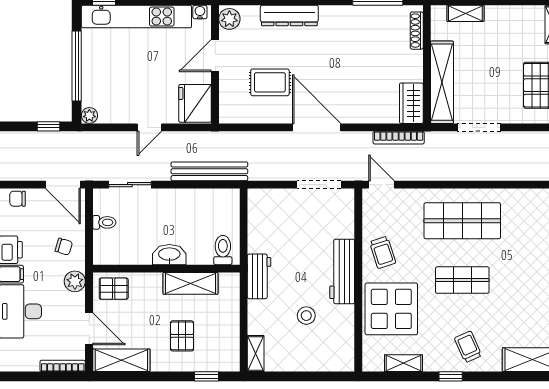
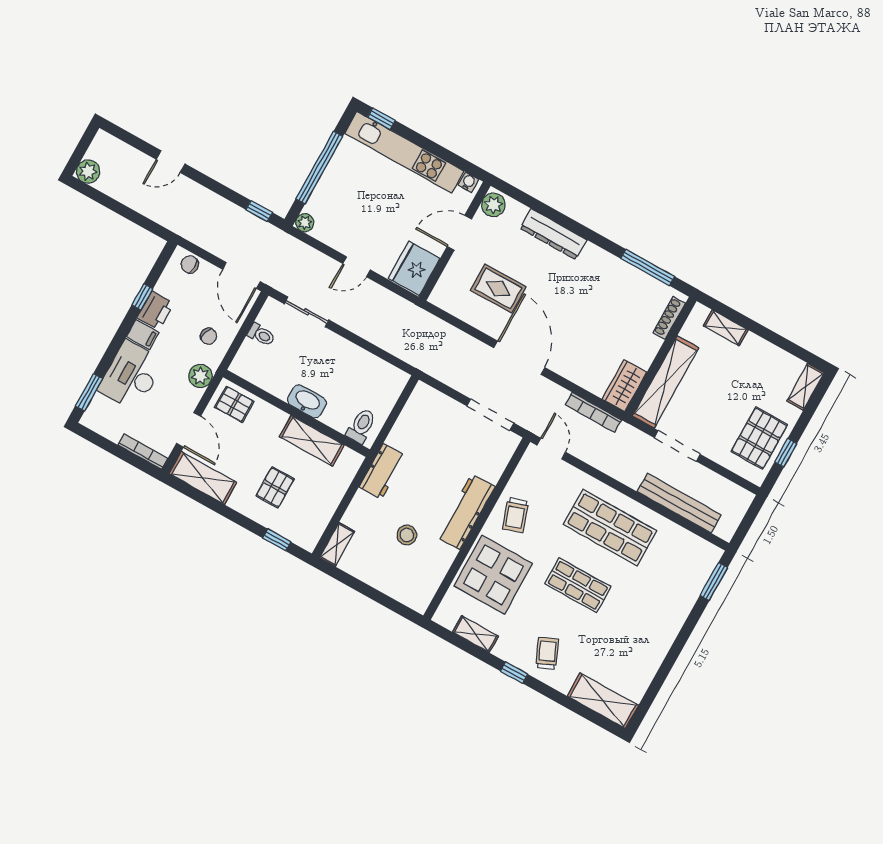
bench: (209, 171) -> (679, 503), moved

